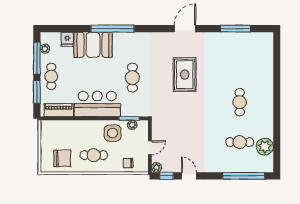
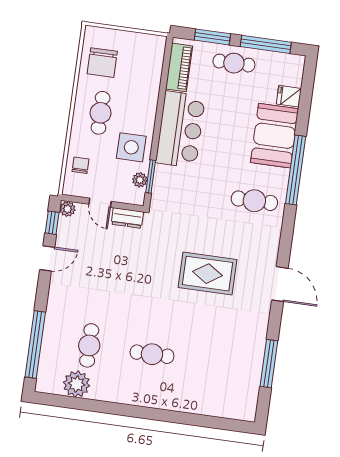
plant: (45, 49) -> (279, 59), removed
cafe table: (132, 78) -> (254, 201), moved
dresser: (157, 129) -> (127, 218), added

